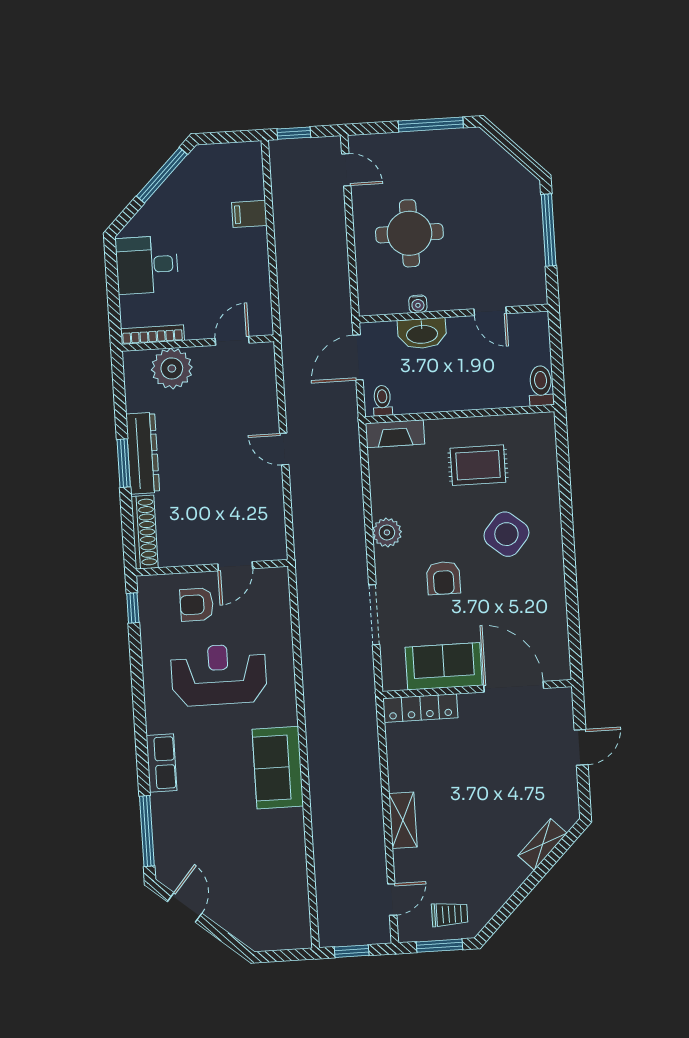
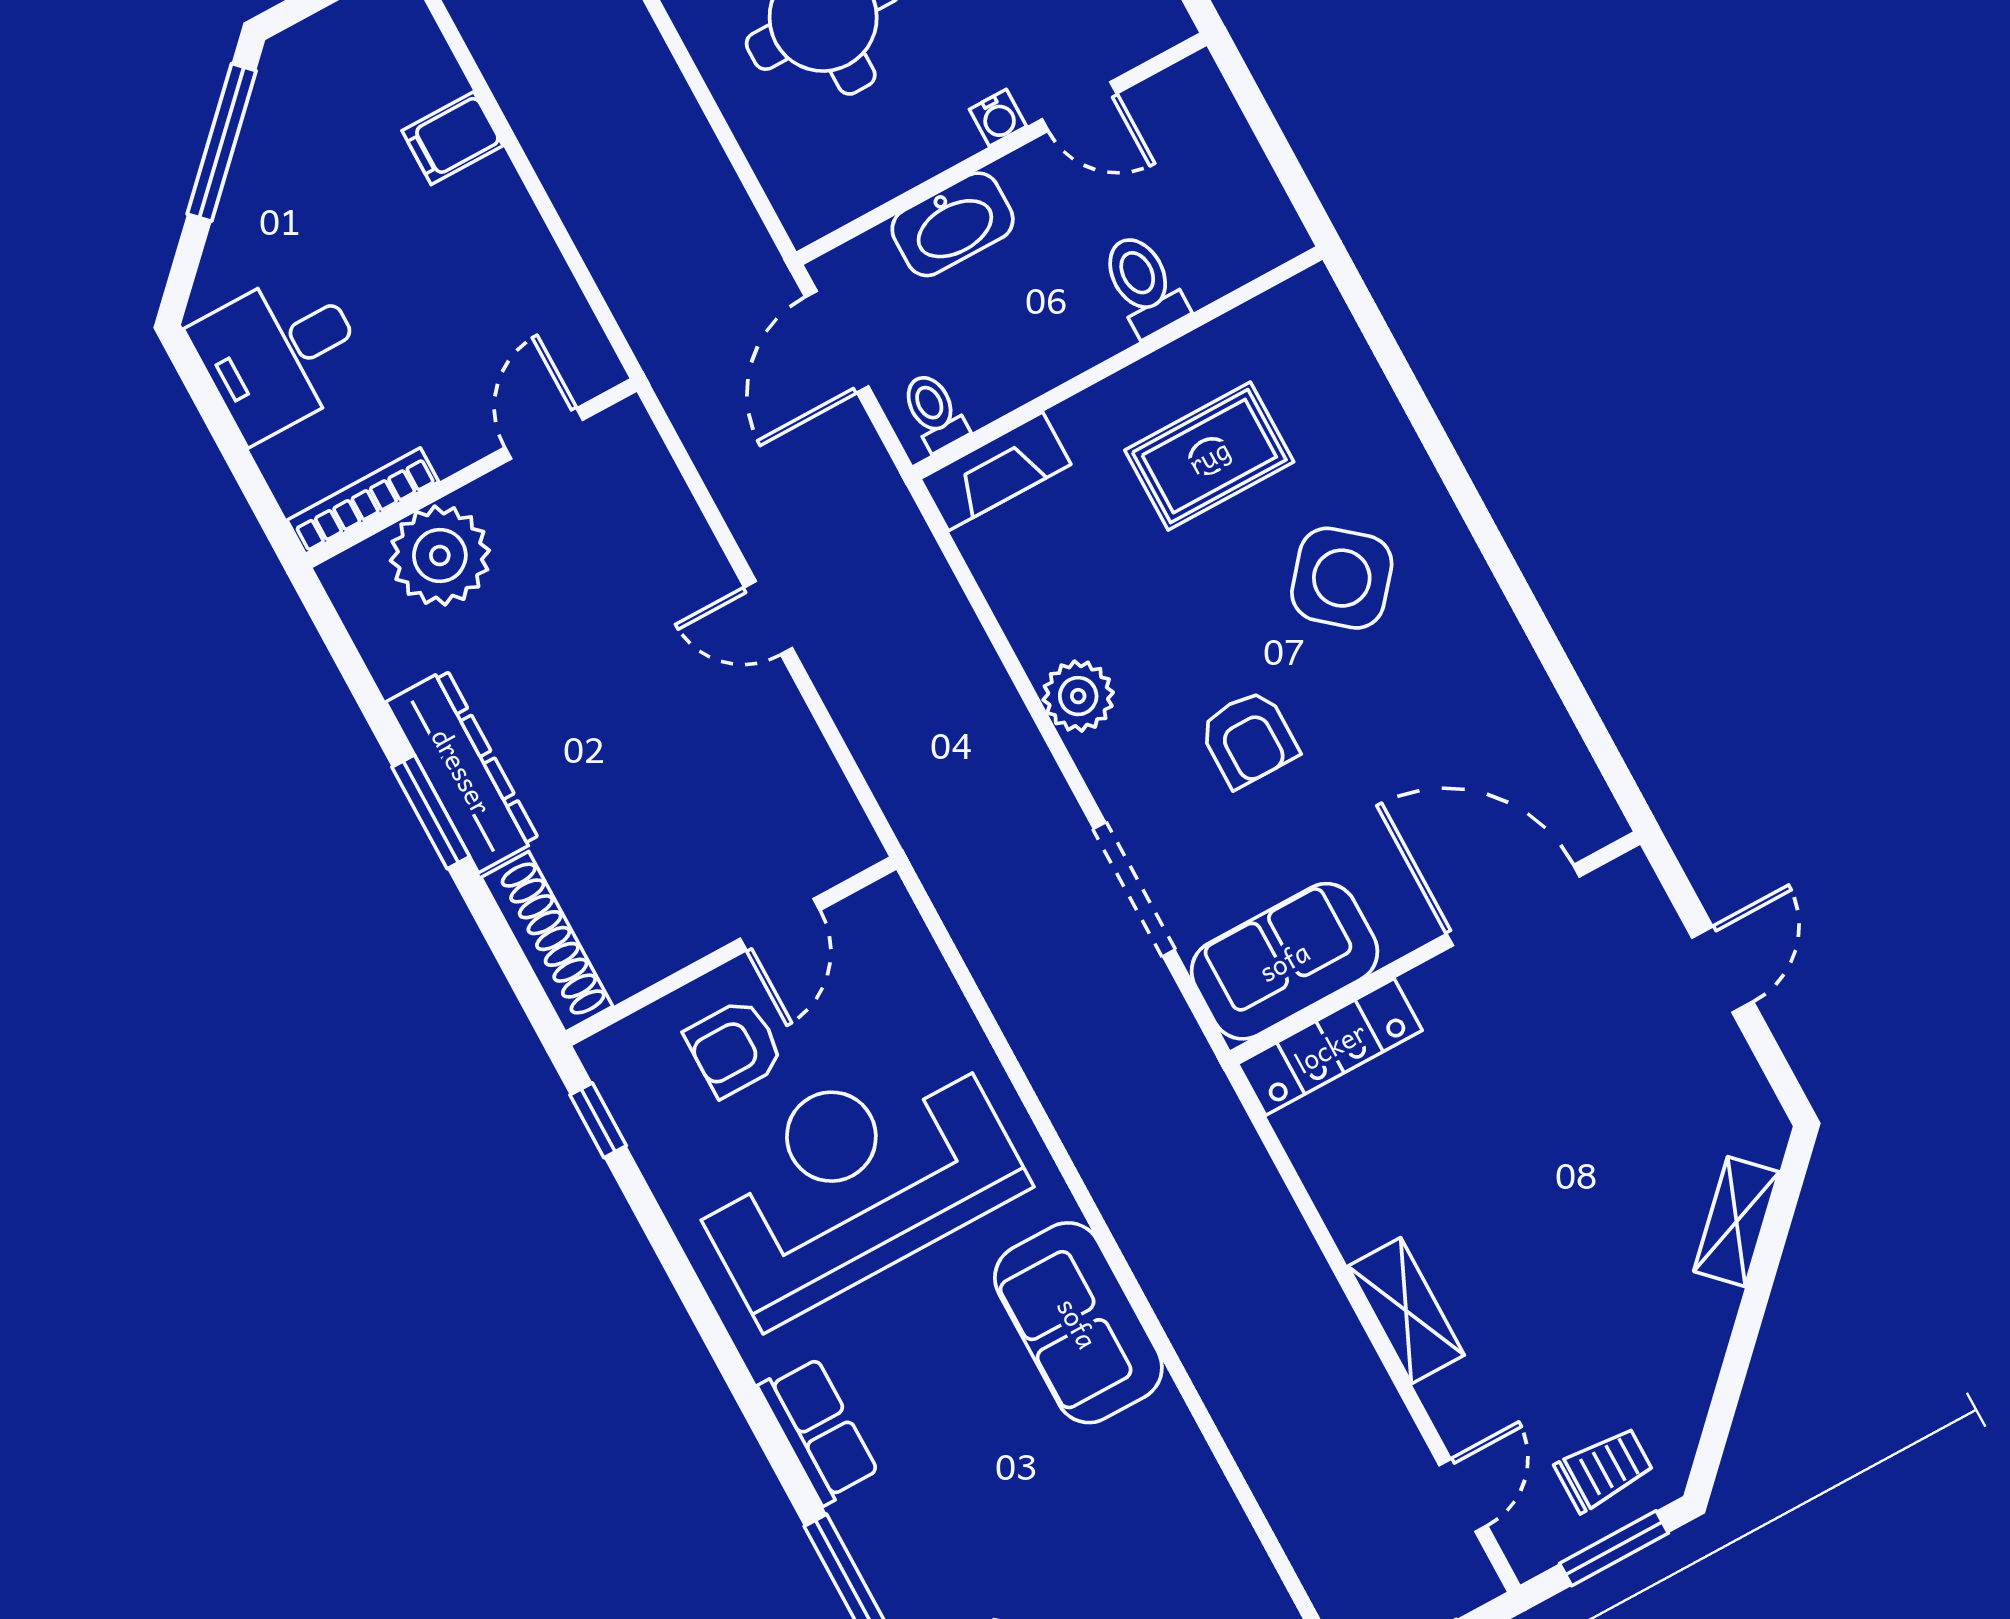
water cooler: (418, 304) -> (998, 118), moved
toilet: (541, 386) -> (1144, 285), moved
sofa: (444, 666) -> (1284, 961), moved
reception desk: (219, 675) -> (854, 1179), width x1.36, depth x1.30

